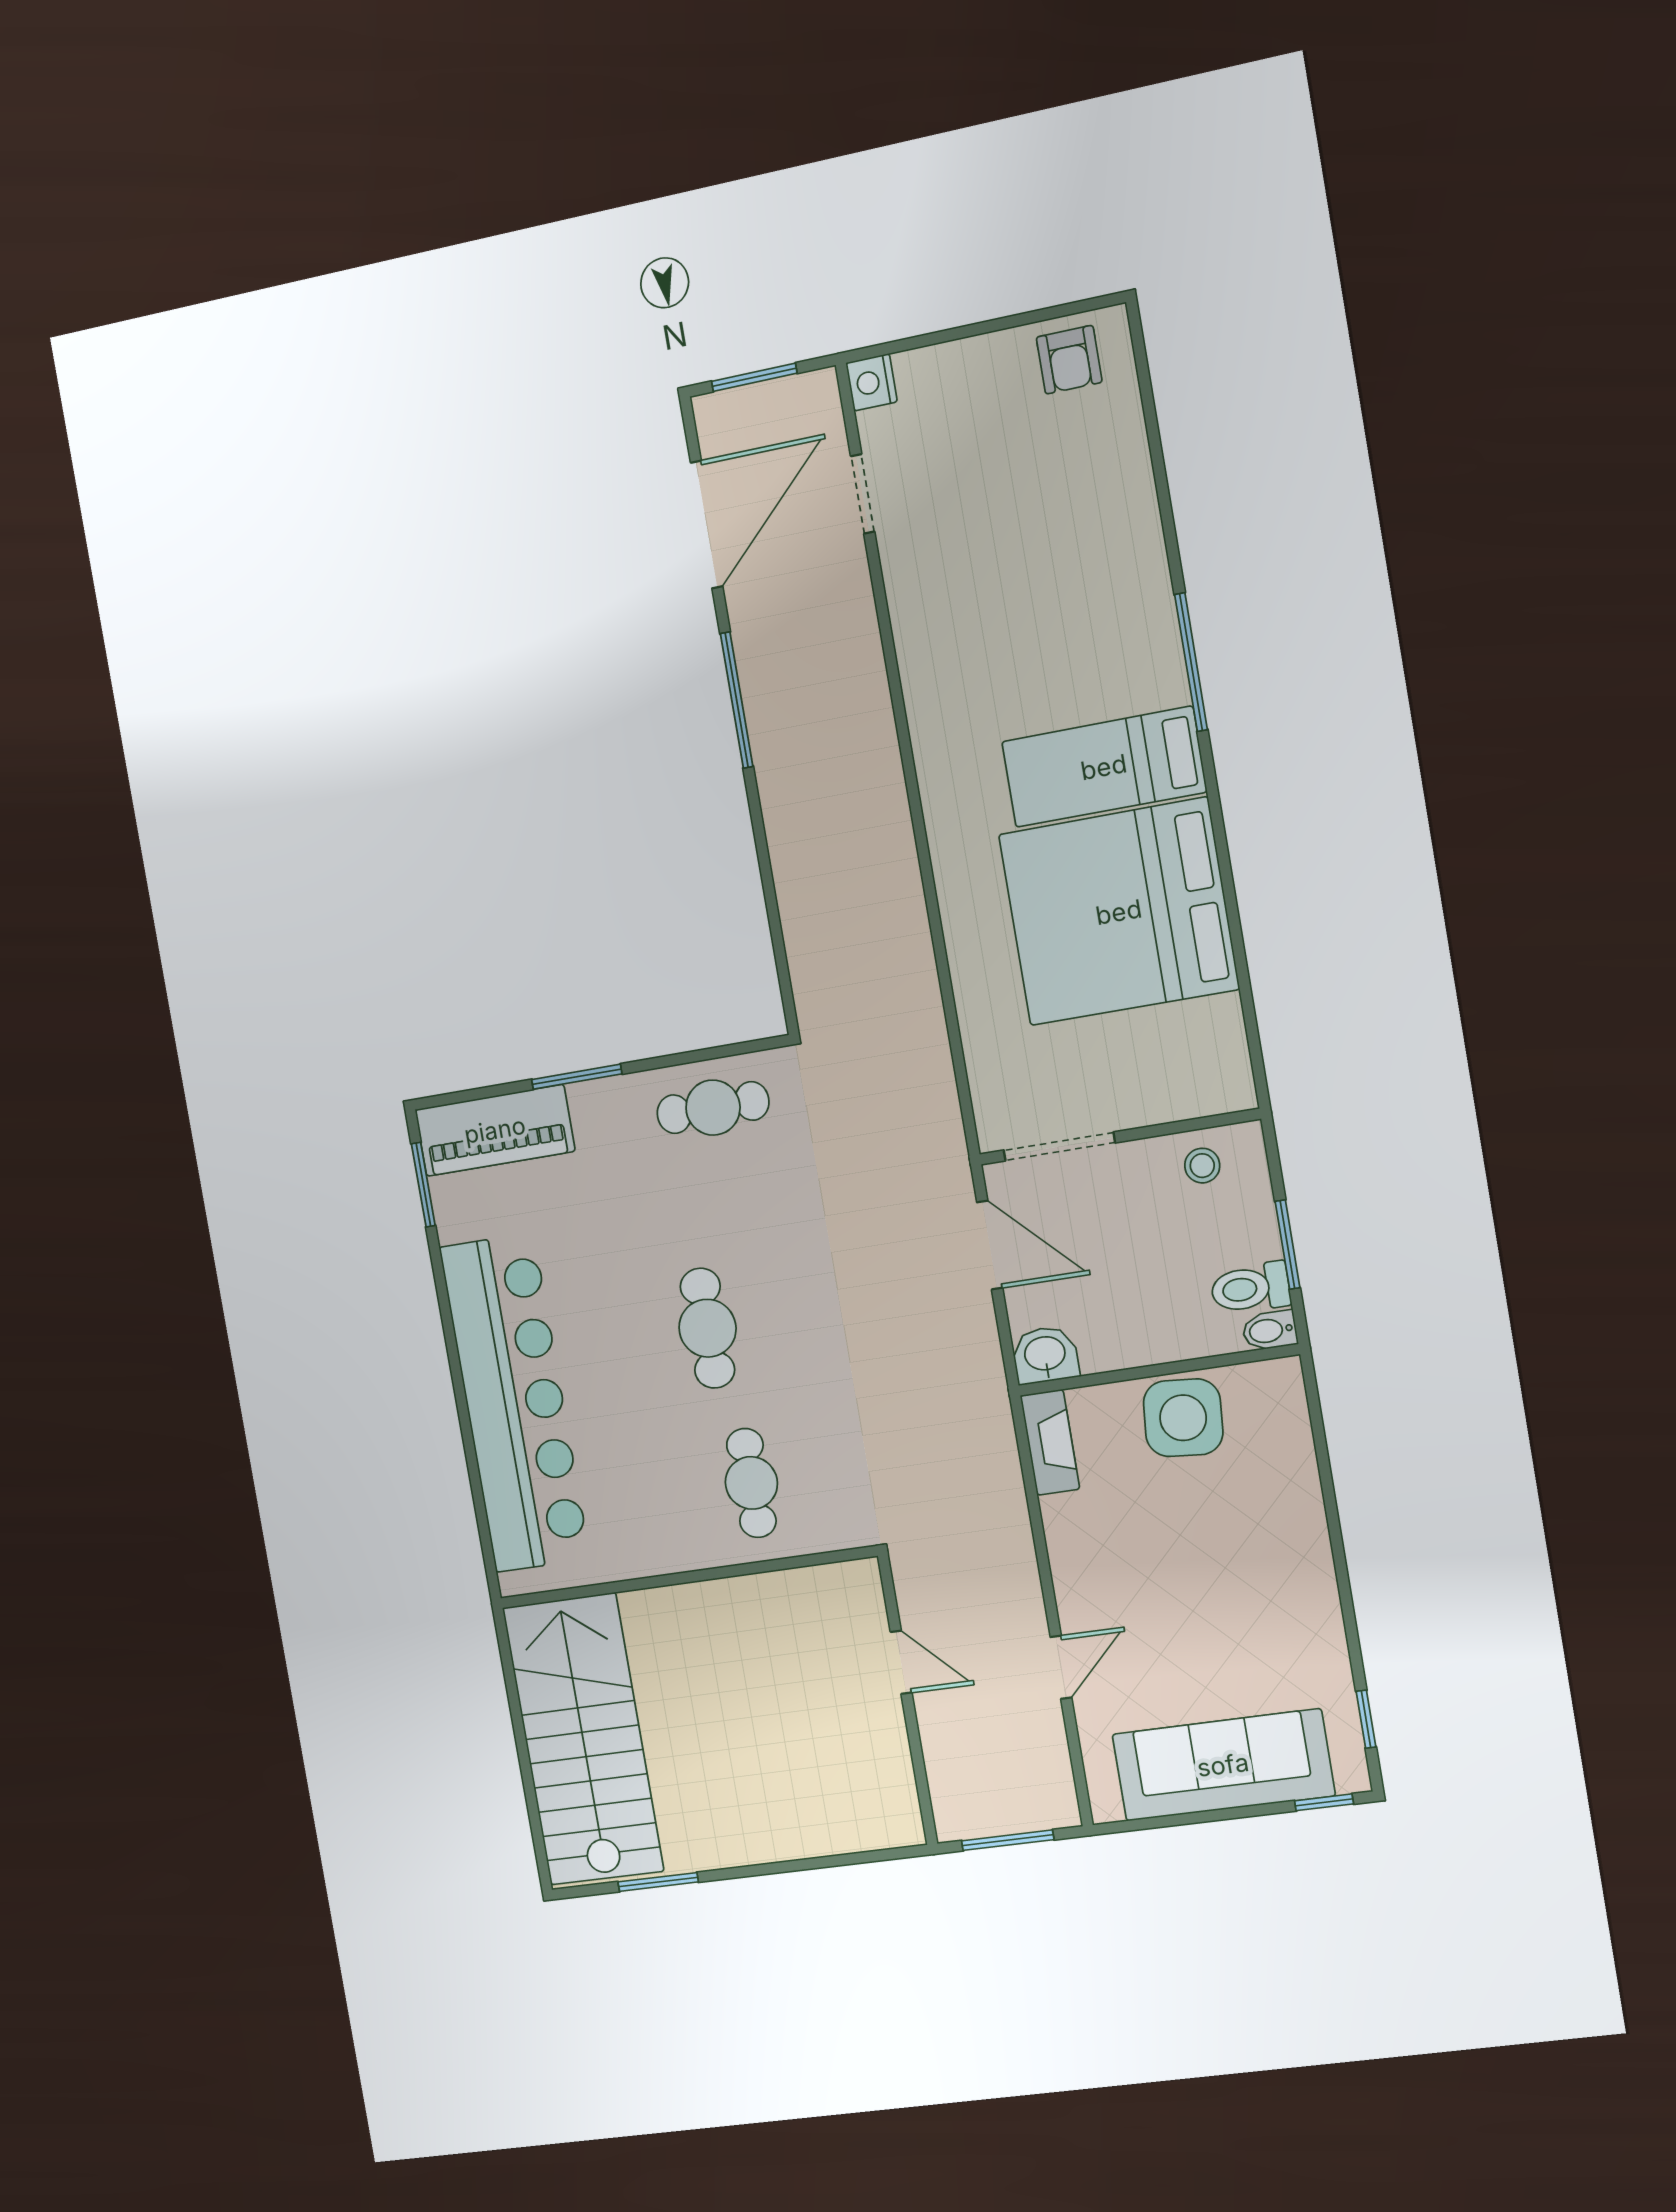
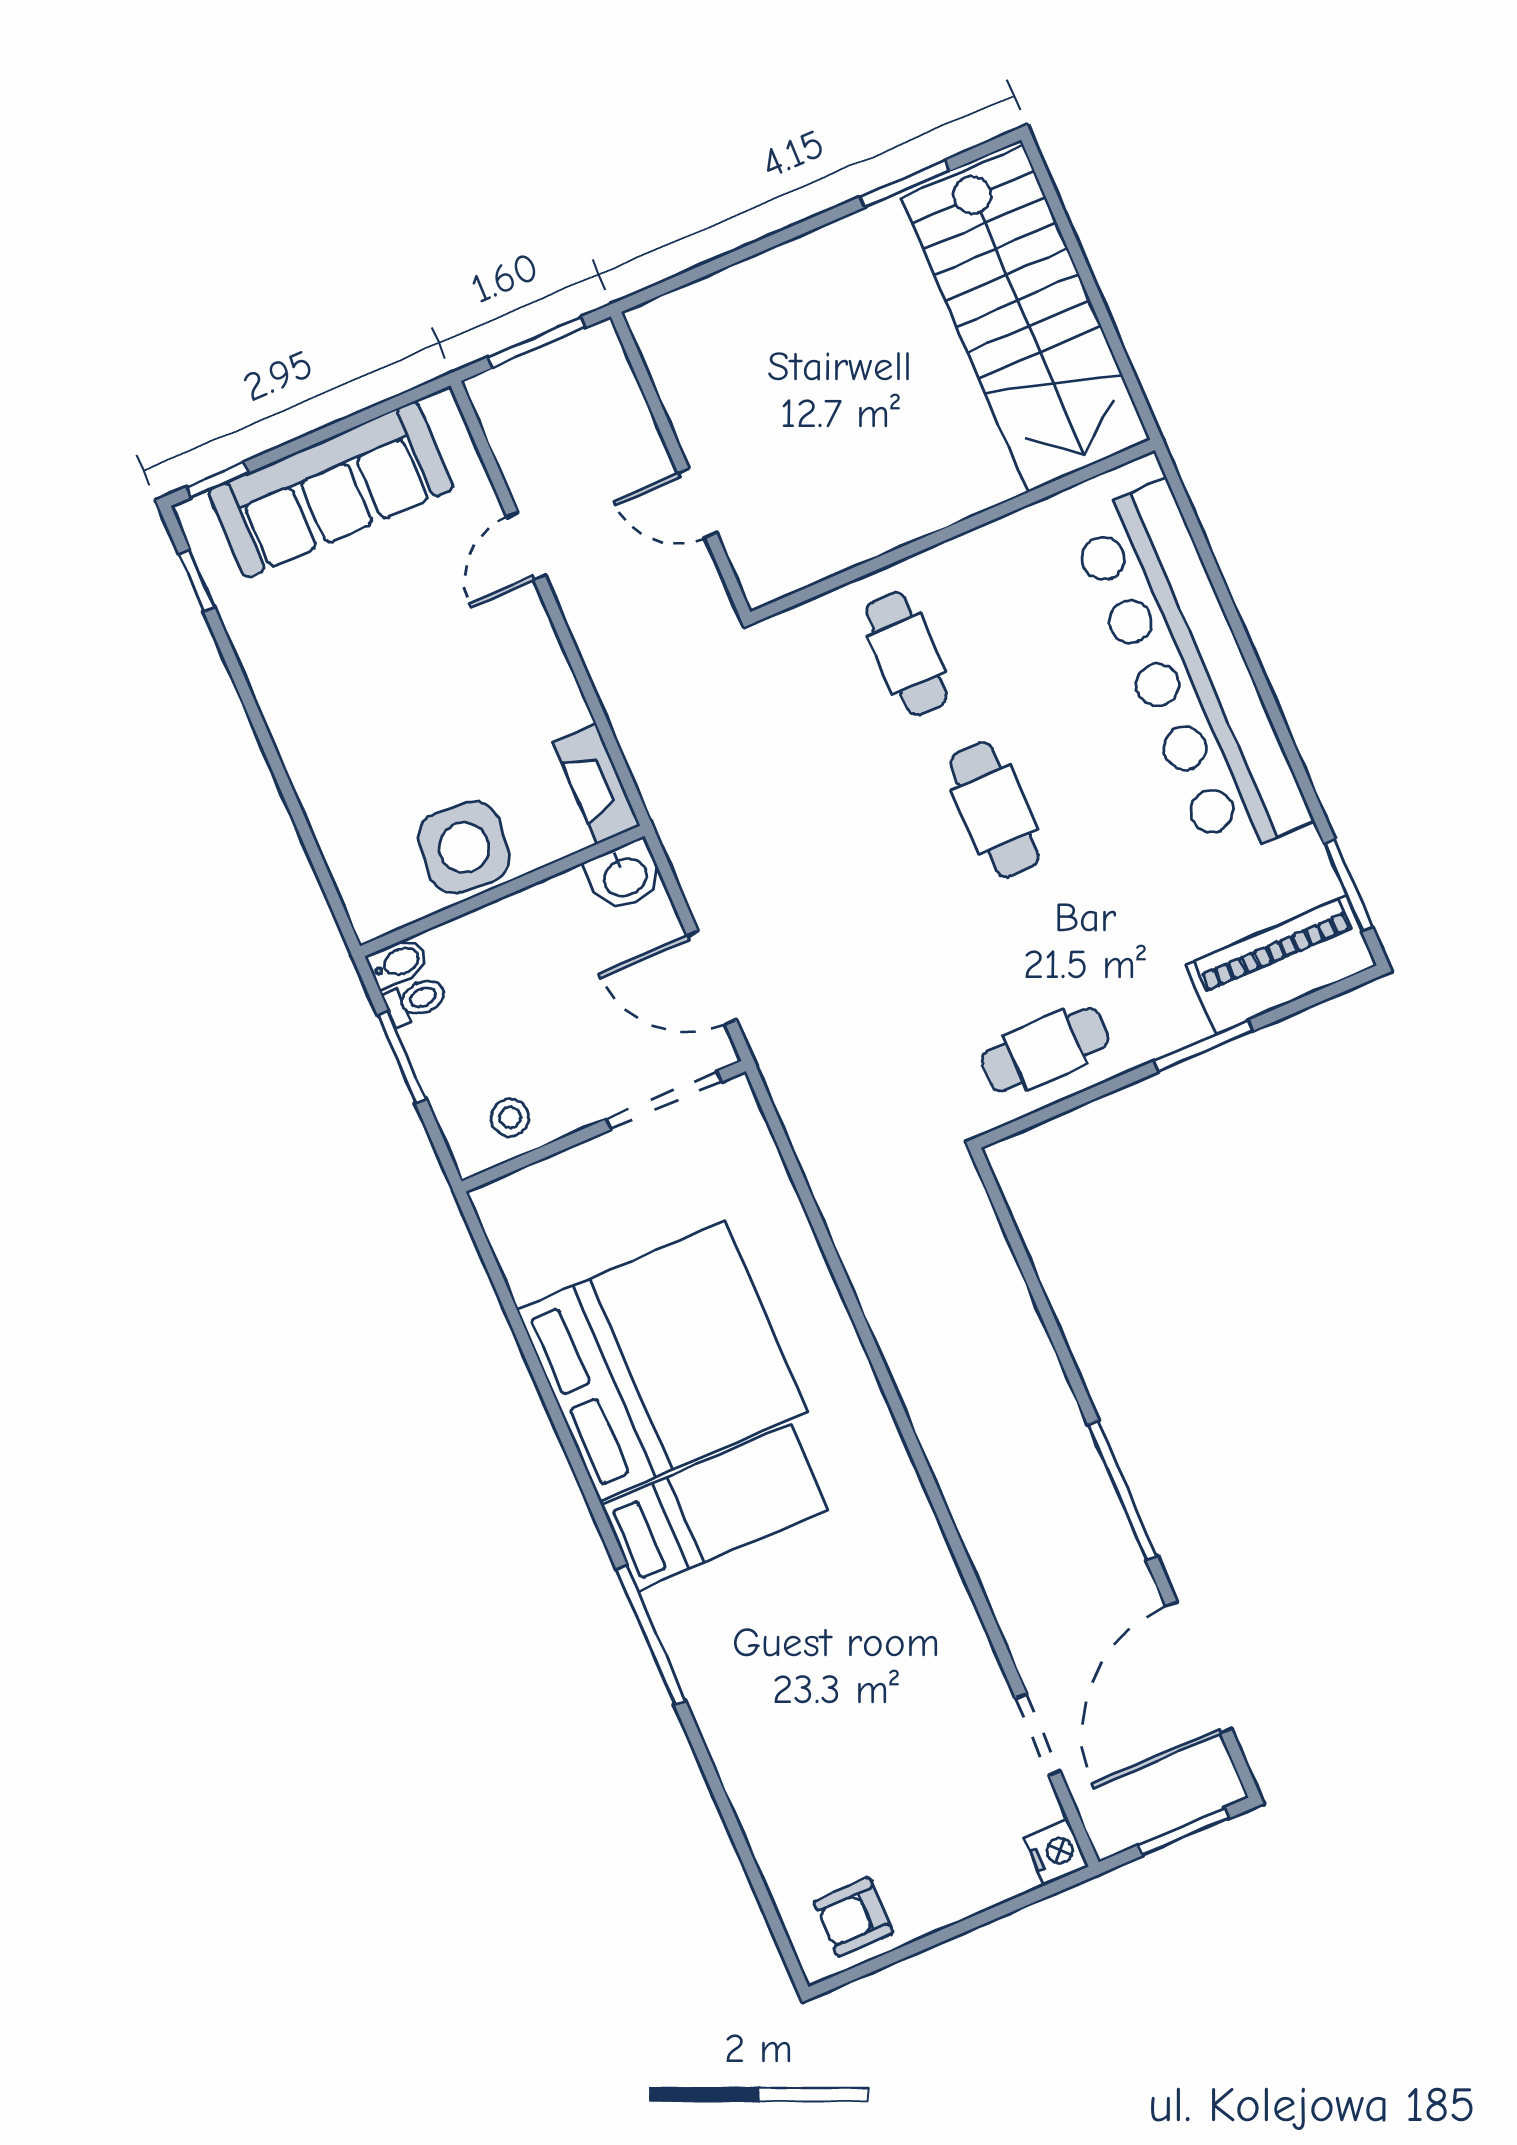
armchair: (1069, 360) -> (853, 1917), turned -90
toilet: (1250, 1288) -> (415, 1000), width x0.73, depth x0.72

